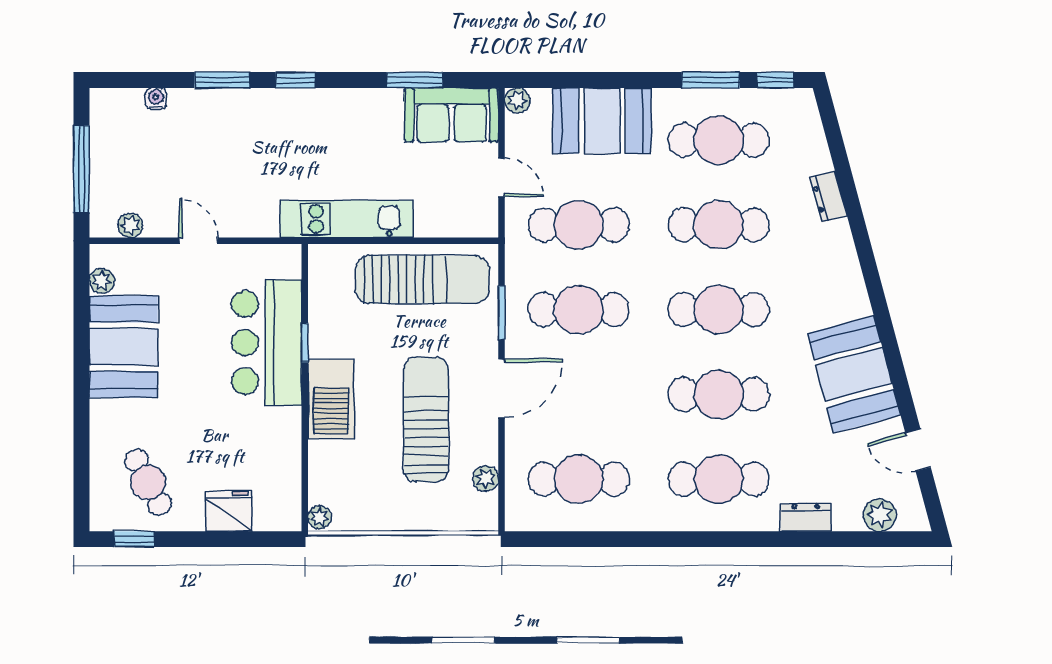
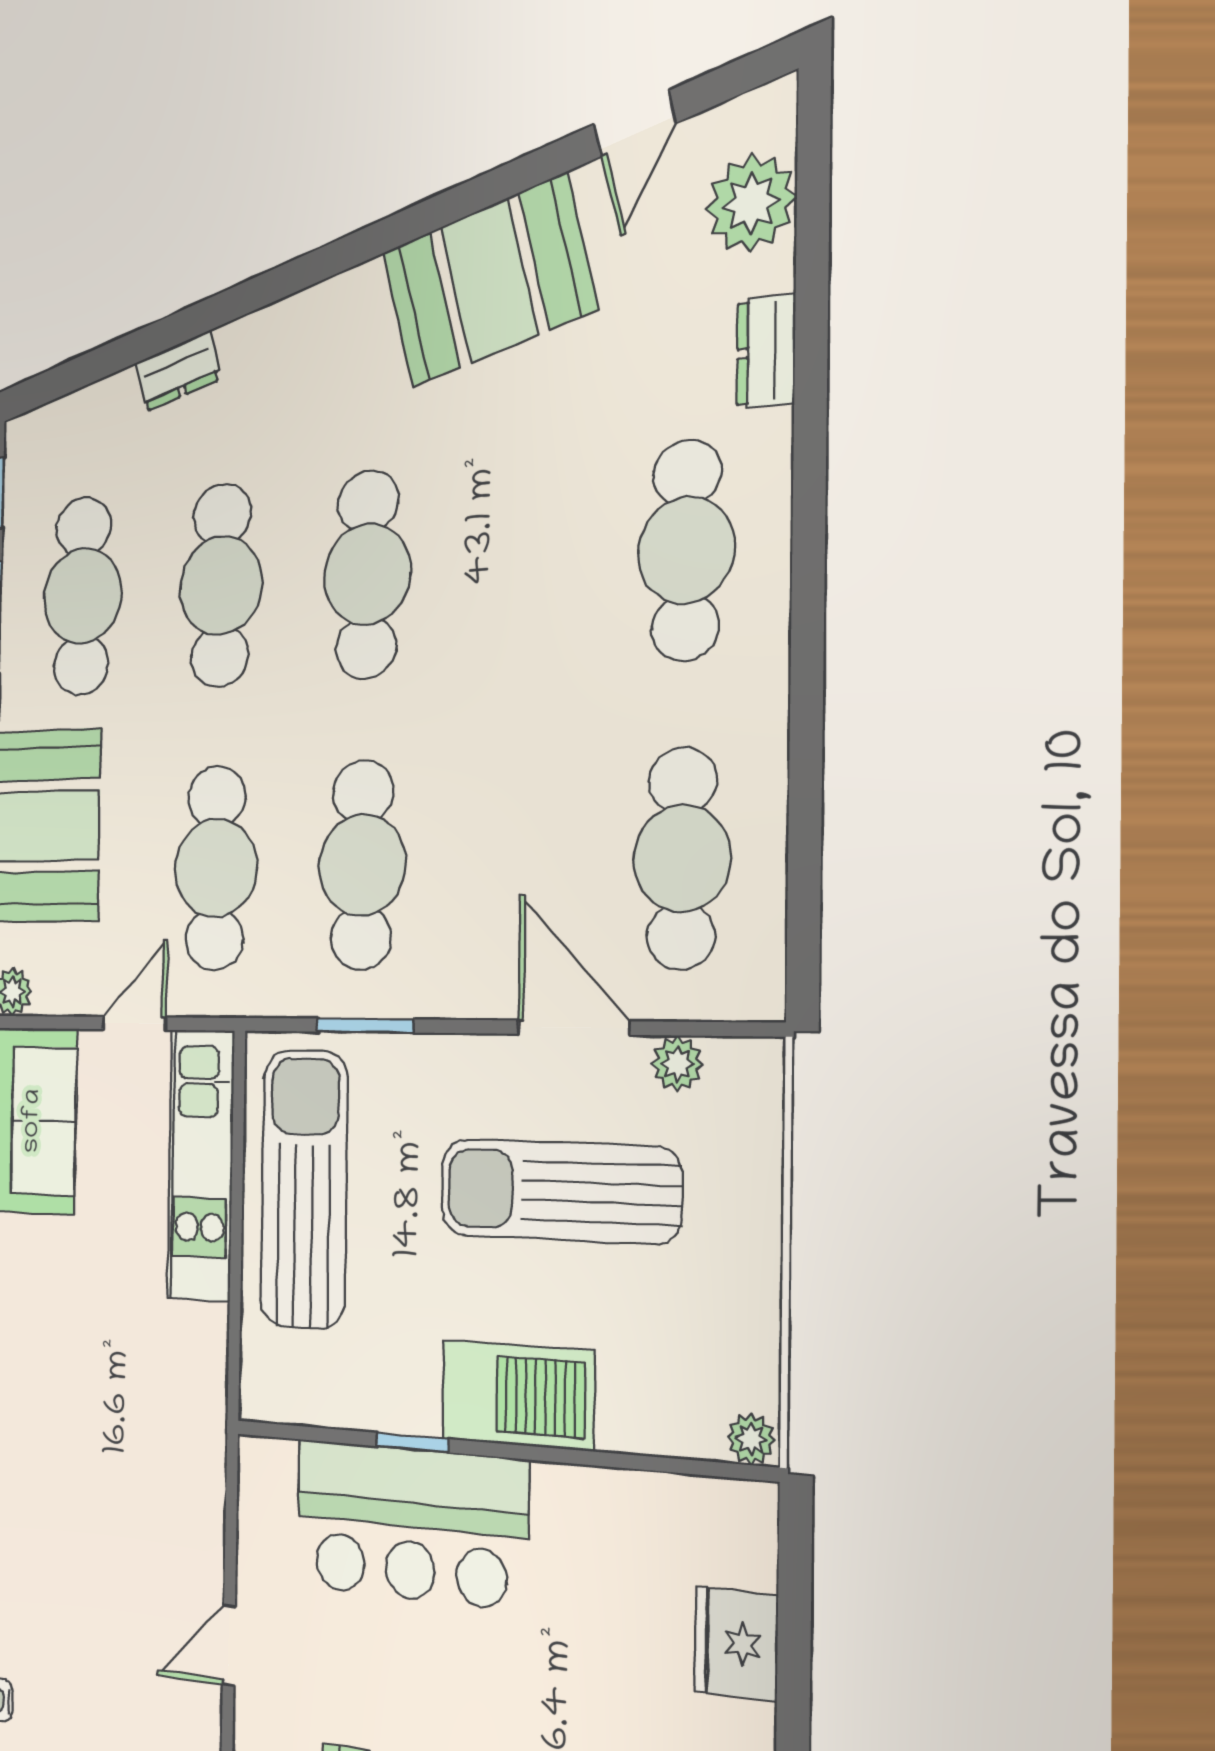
kitchen unit: (347, 219) -> (201, 1165), moved
door: (502, 388) -> (574, 1028), moved
cafe table: (719, 394) -> (522, 563), removed
plant: (880, 515) -> (751, 203), width x1.36, depth x1.36

